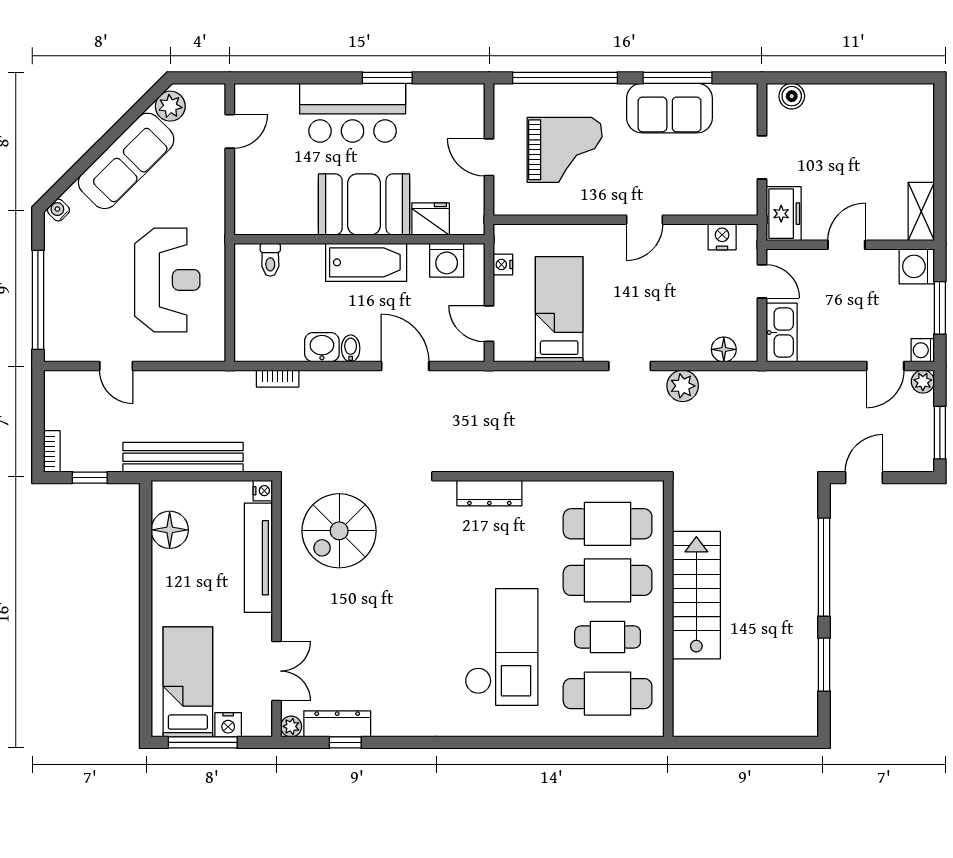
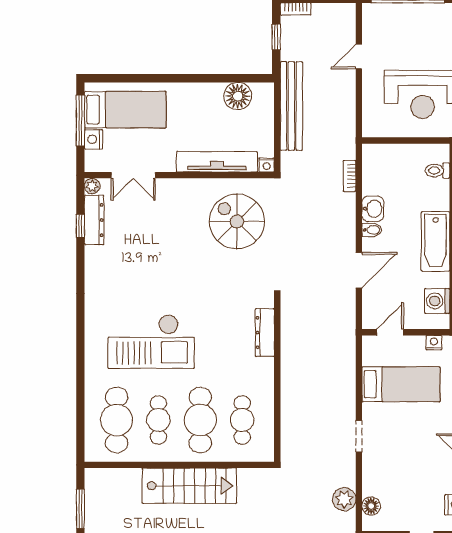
plant: (683, 386) -> (344, 499), moved
cafe table: (608, 524) -> (242, 420), width x0.73, depth x0.74
window: (728, 742) -> (80, 509), added

